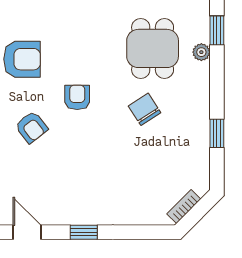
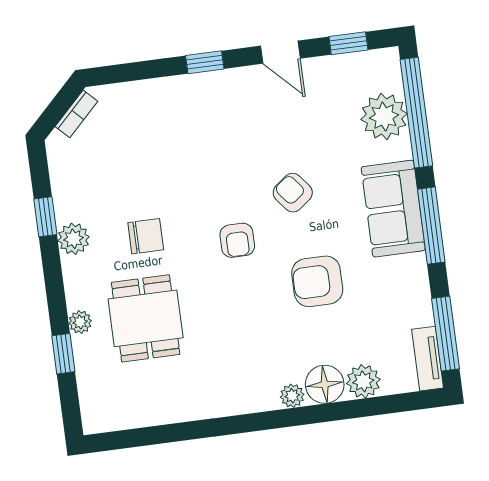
chair: (145, 109) -> (146, 236), turned -57
plant: (198, 114) -> (74, 239), added

